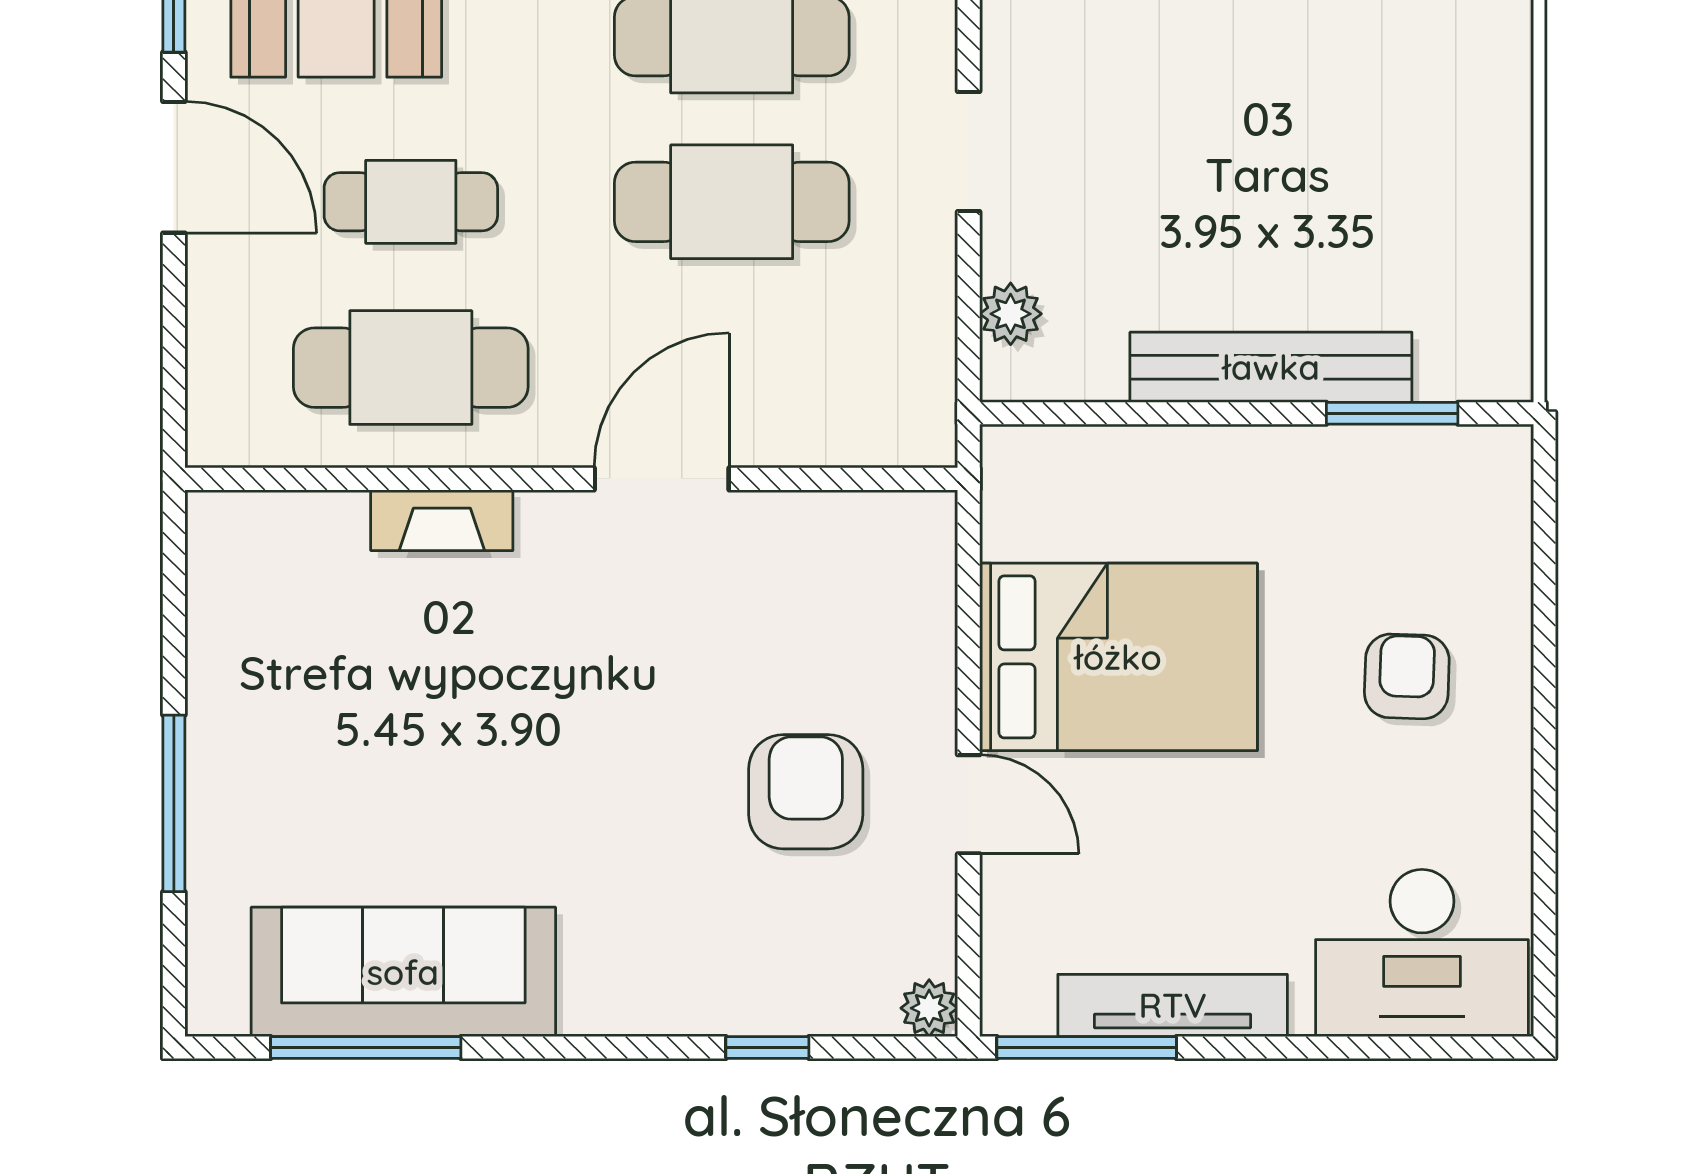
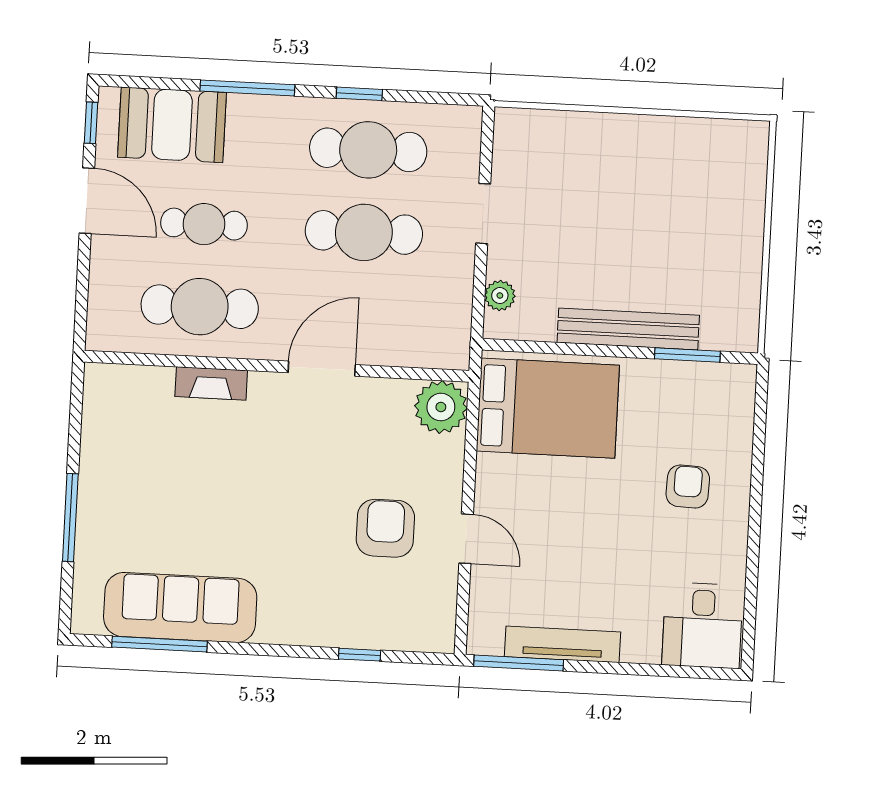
bed: (1118, 657) -> (548, 408), moved
desk: (1422, 953) -> (703, 625), width x0.73
plant: (929, 1008) -> (441, 407), moved, width x1.88, depth x1.88

